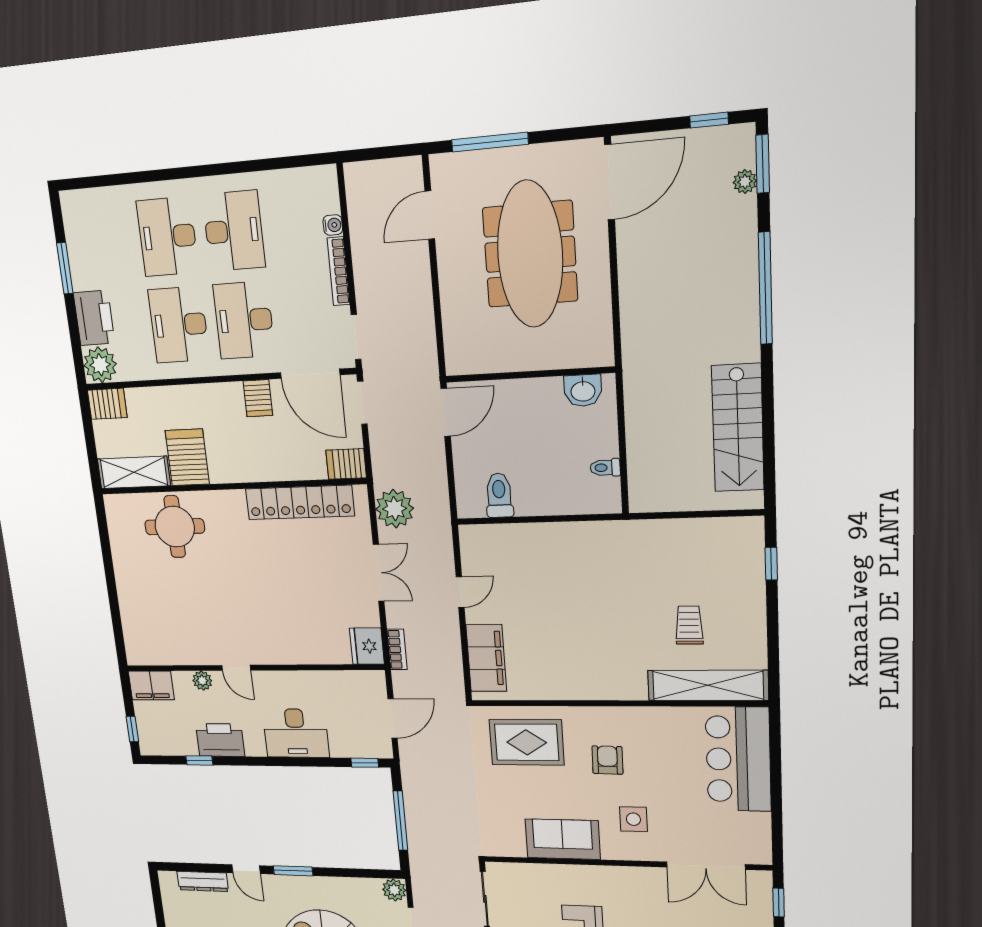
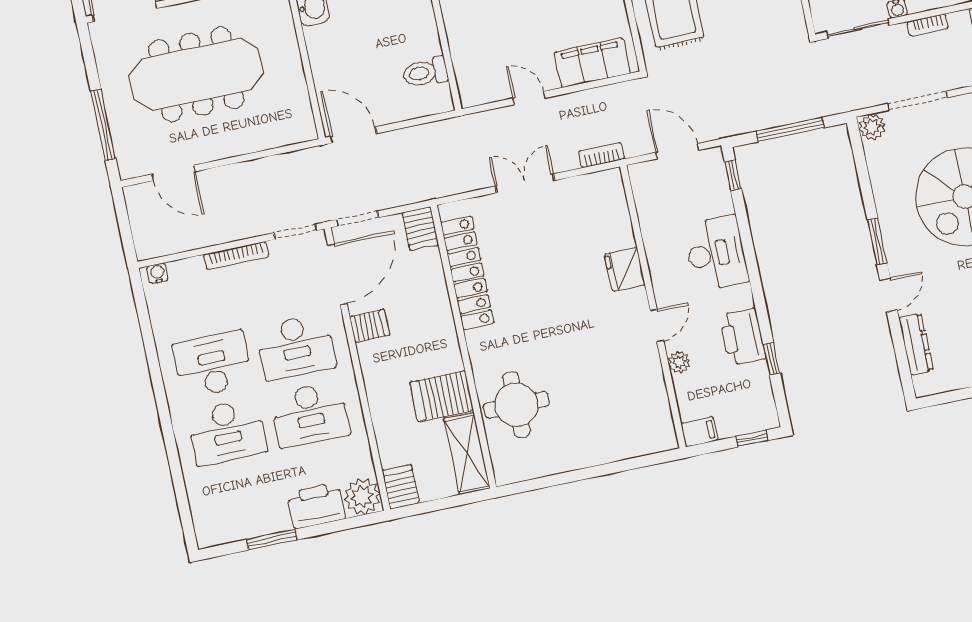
water cooler: (333, 225) -> (157, 273), moved
plant: (395, 509) -> (457, 174), removed
fridge: (367, 646) -> (625, 269), moved, turned 90
filing cabinet: (151, 685) -> (699, 432), width x0.50

